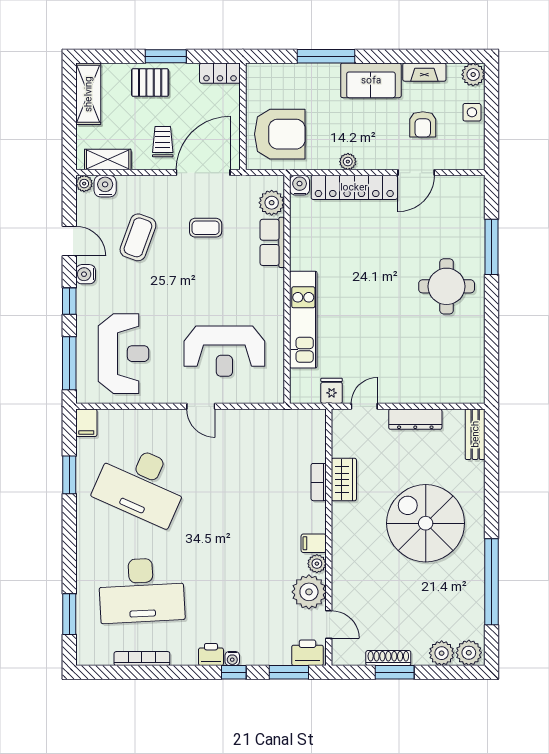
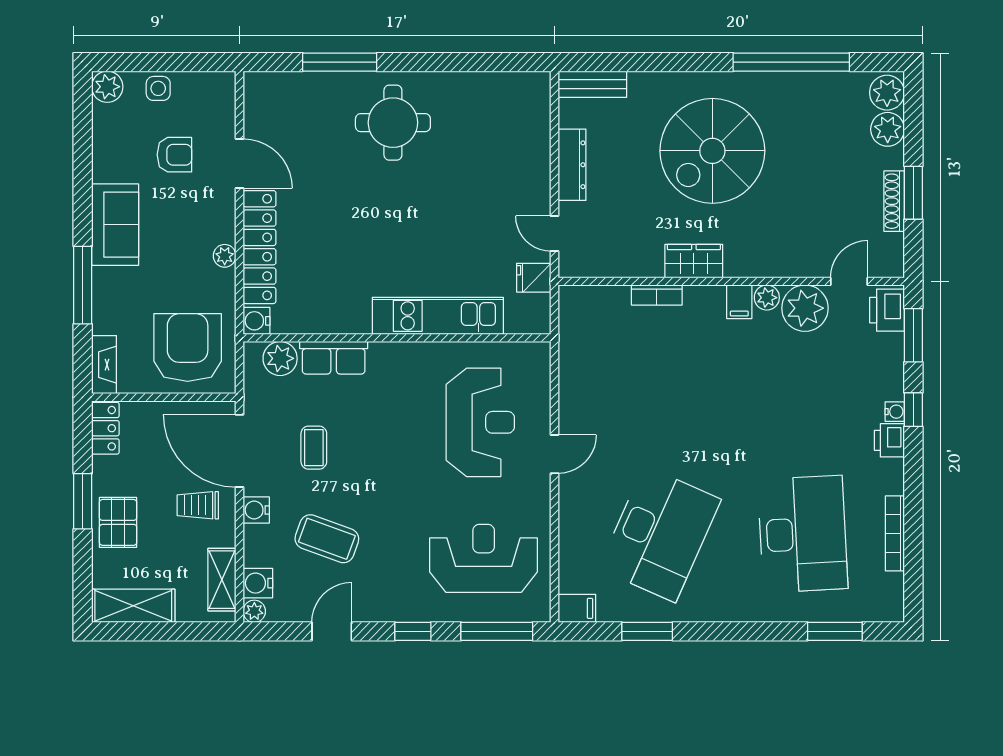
fireplace: (424, 72) -> (104, 365), moved
water cooler: (86, 274) -> (256, 510), moved, turned 90
wardrobe: (344, 480) -> (694, 261), moved

